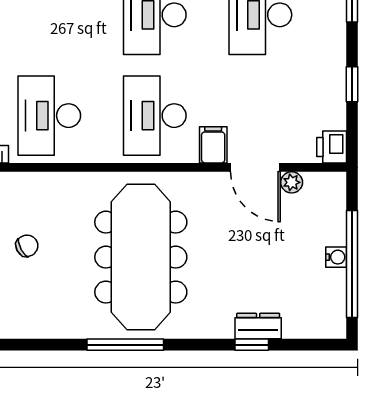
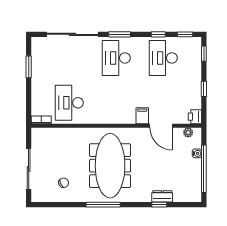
desk: (155, 116) -> (116, 103), removed
plant: (292, 182) -> (188, 132), moved
chair: (27, 246) -> (64, 183), moved
water cooler: (336, 257) -> (197, 153), moved

